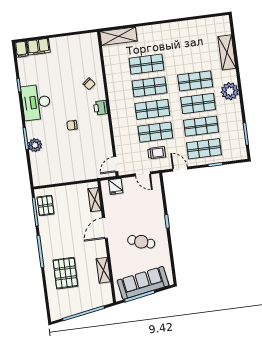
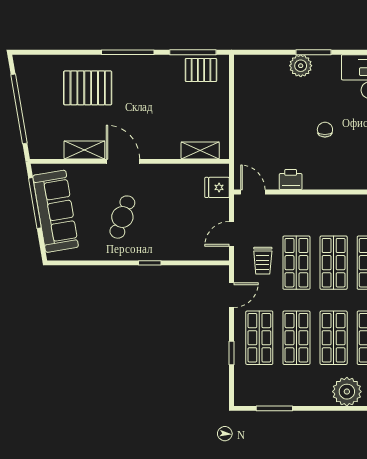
printer: (101, 108) -> (291, 180), moved
door: (105, 228) -> (123, 161), moved

